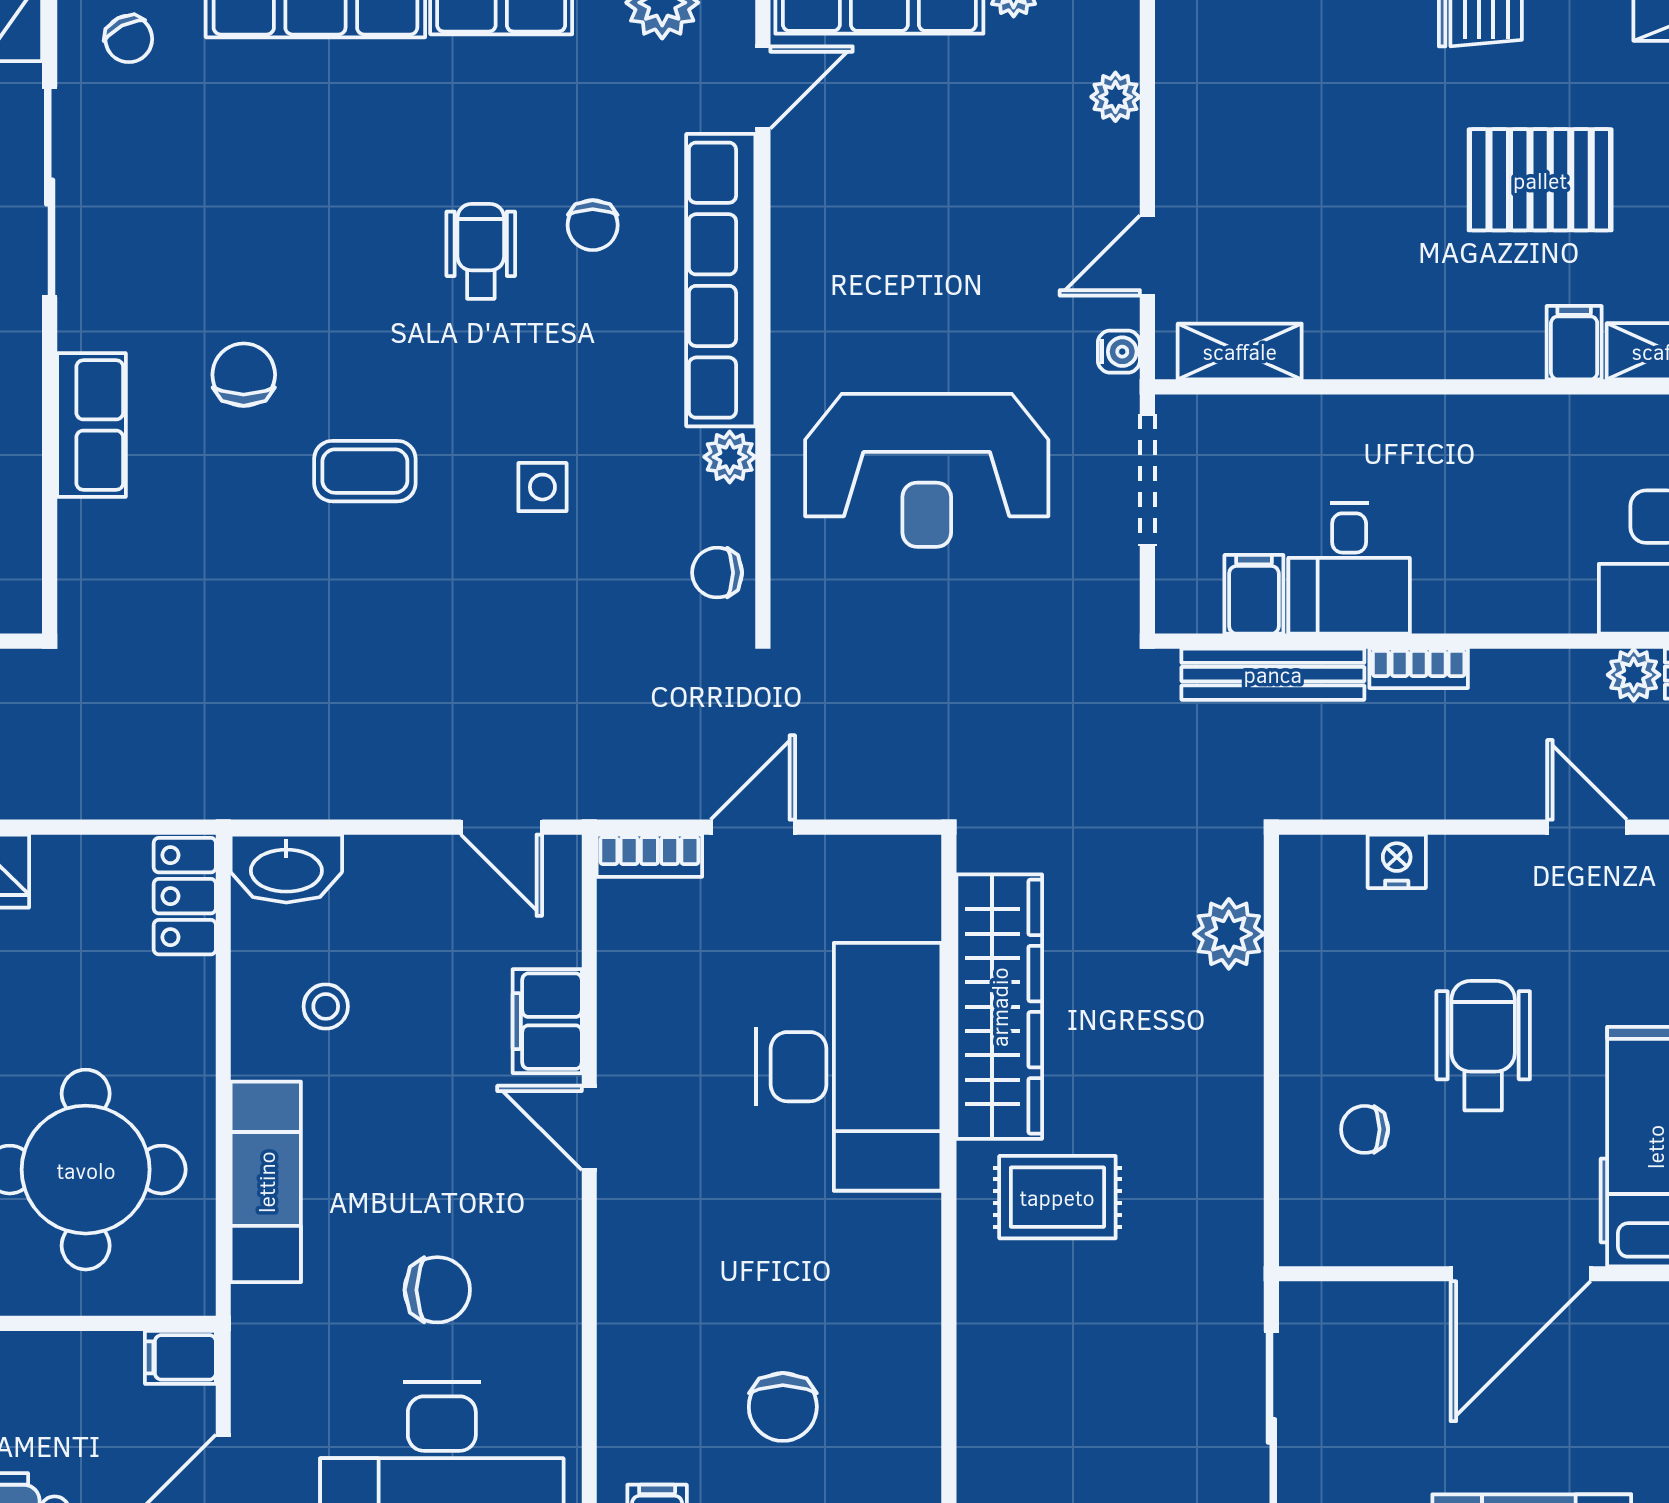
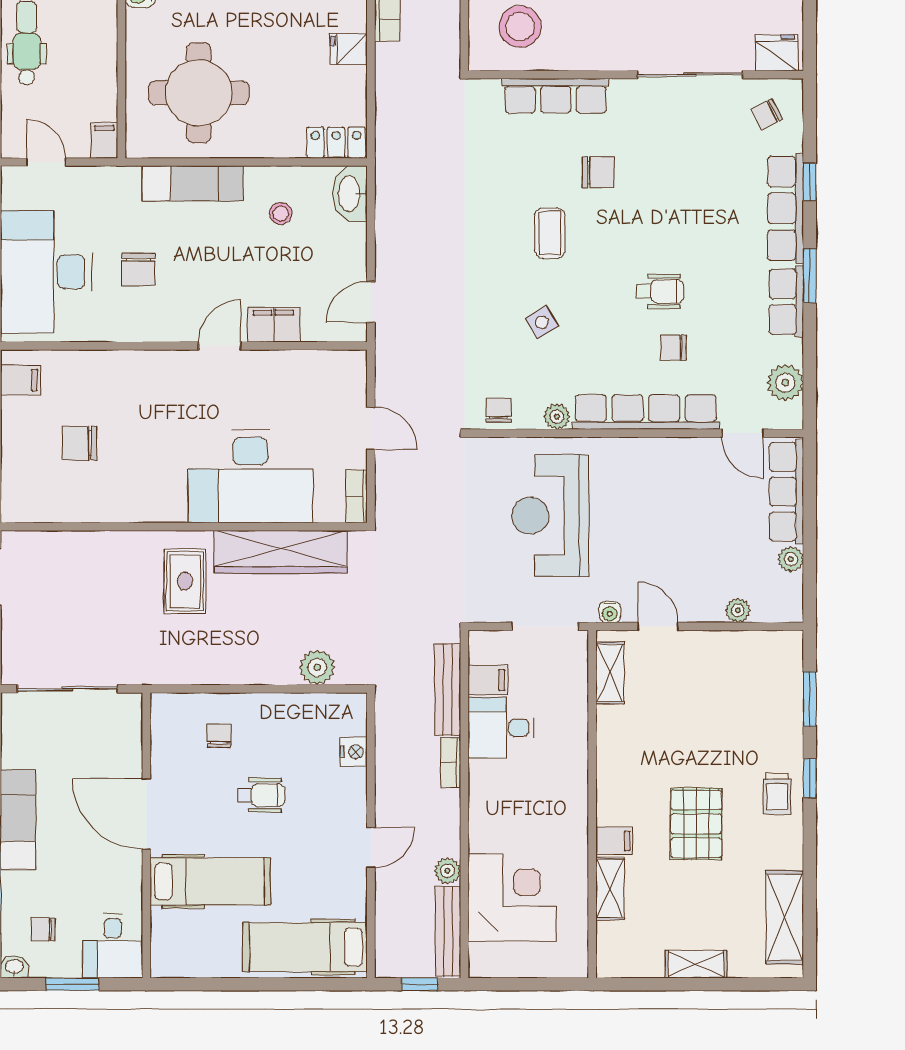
row of seats: (91, 425) -> (556, 96), width x1.48
side table: (542, 487) -> (542, 322), turned -31
bookcase: (649, 856) -> (356, 496), moved
wheelchair: (1483, 1046) -> (261, 795), width x0.73, depth x0.73

